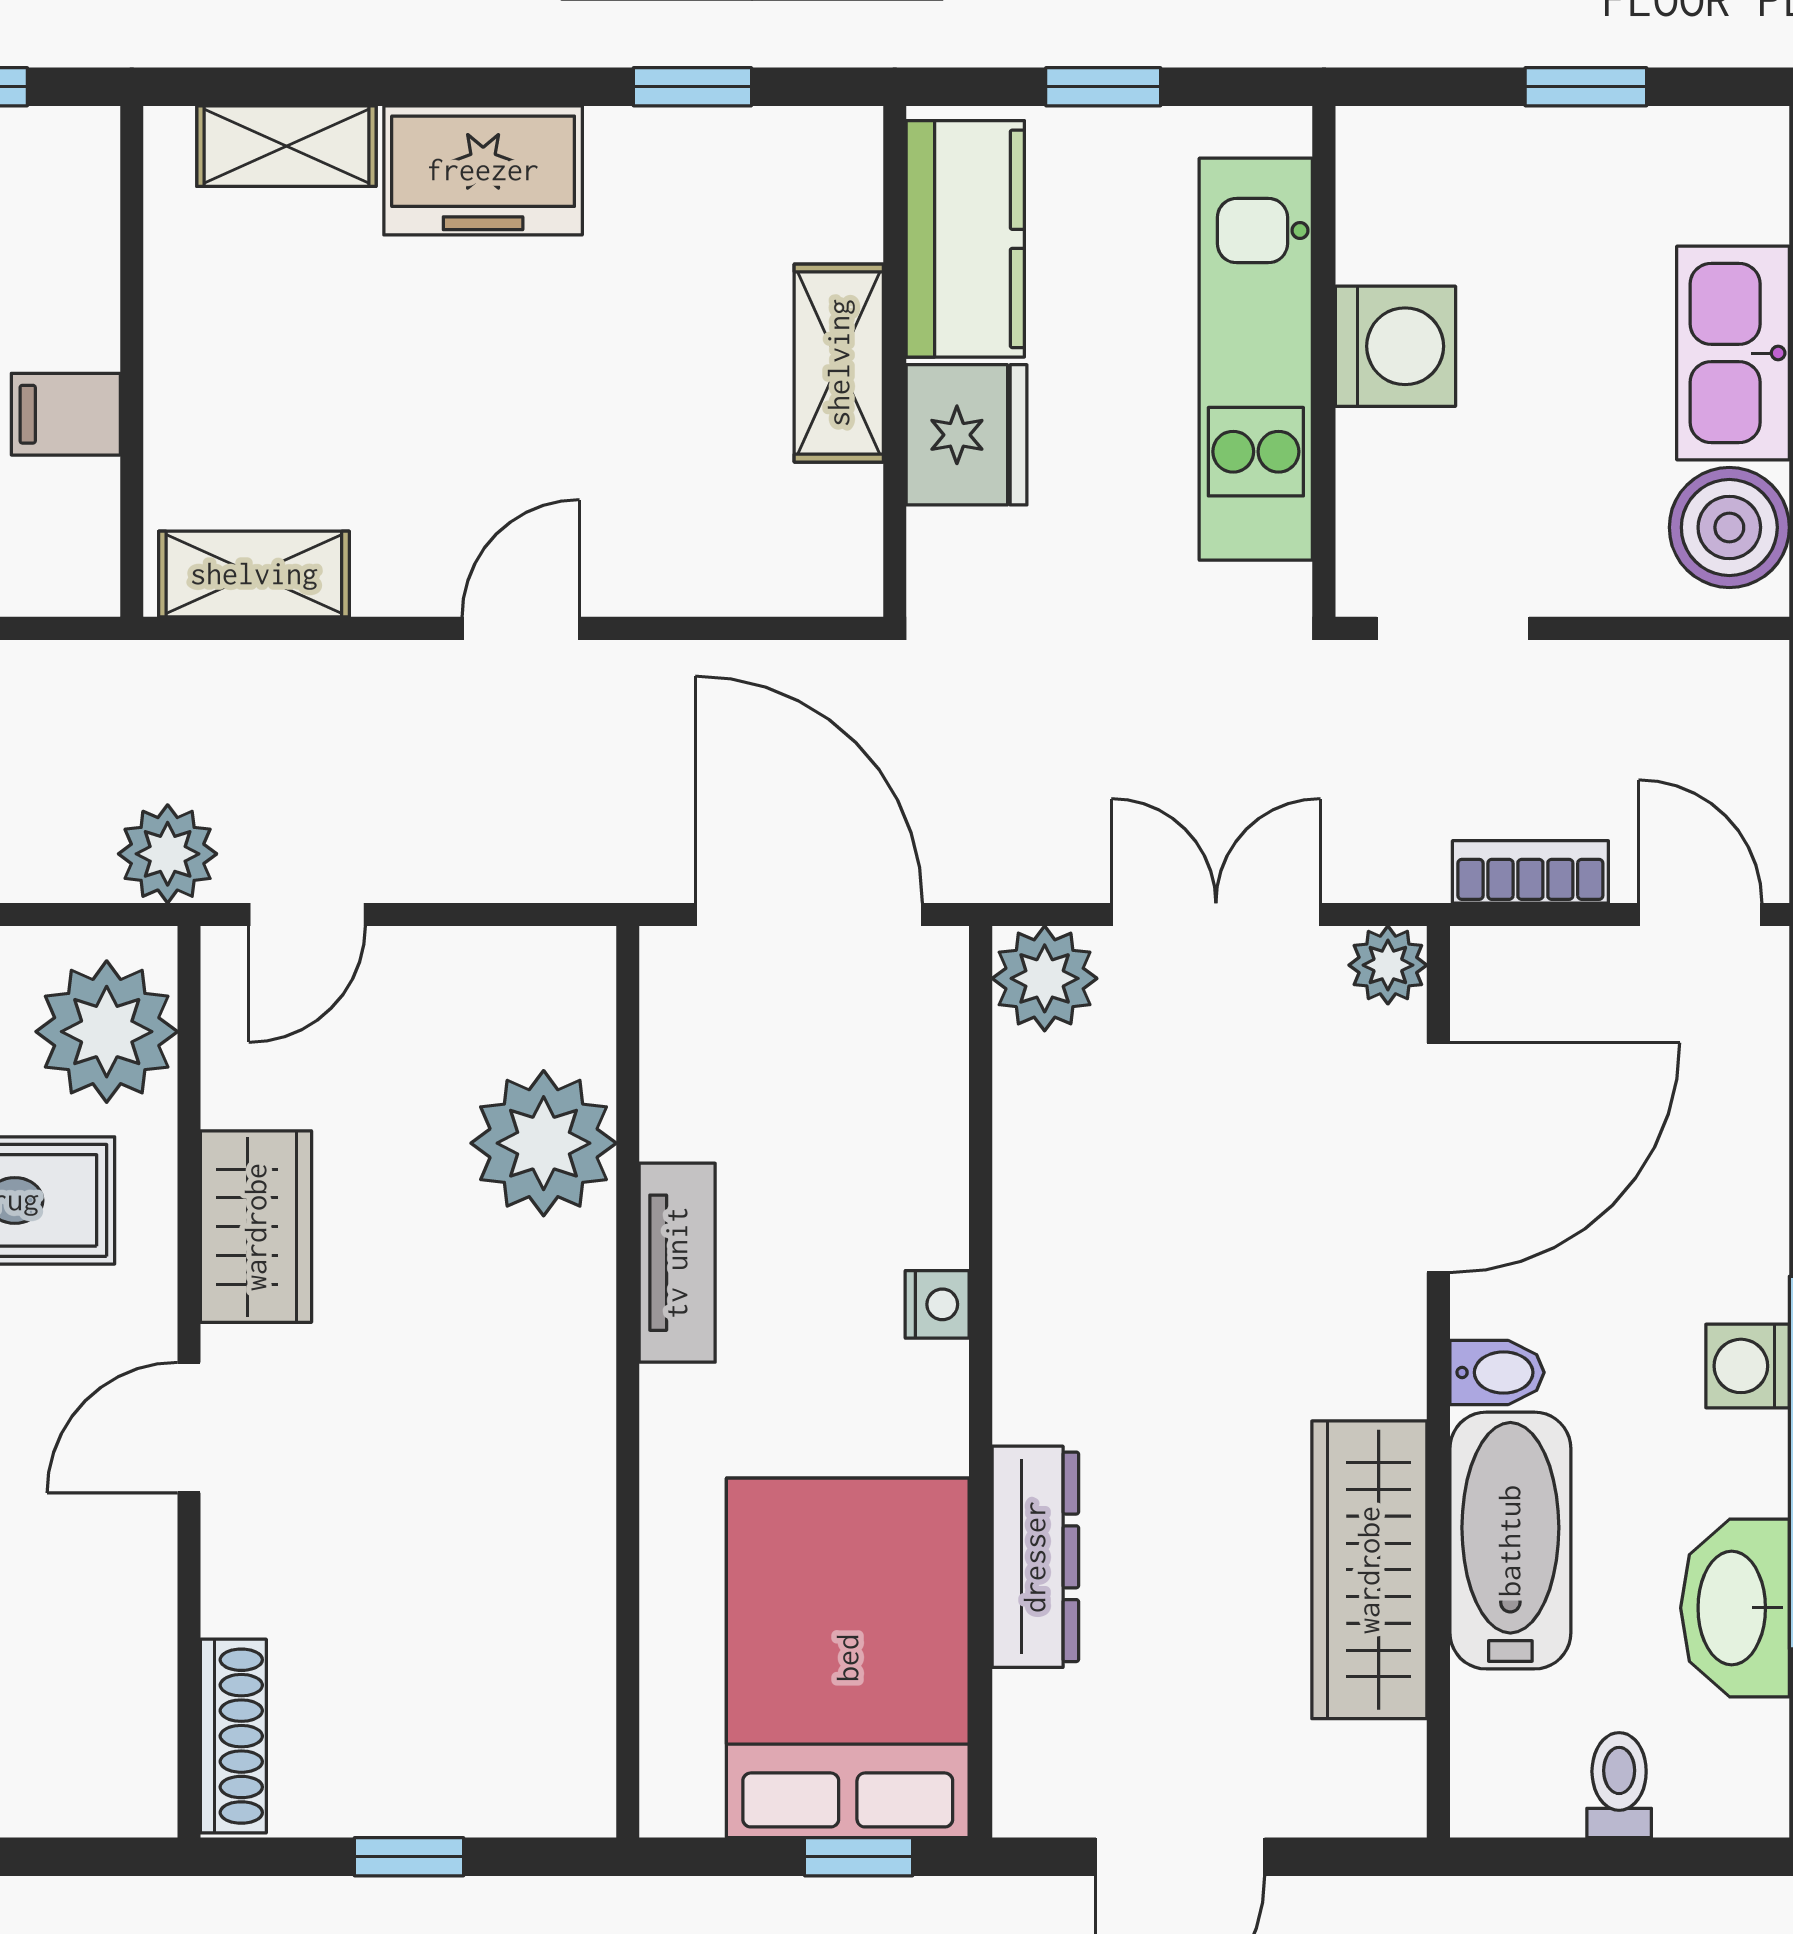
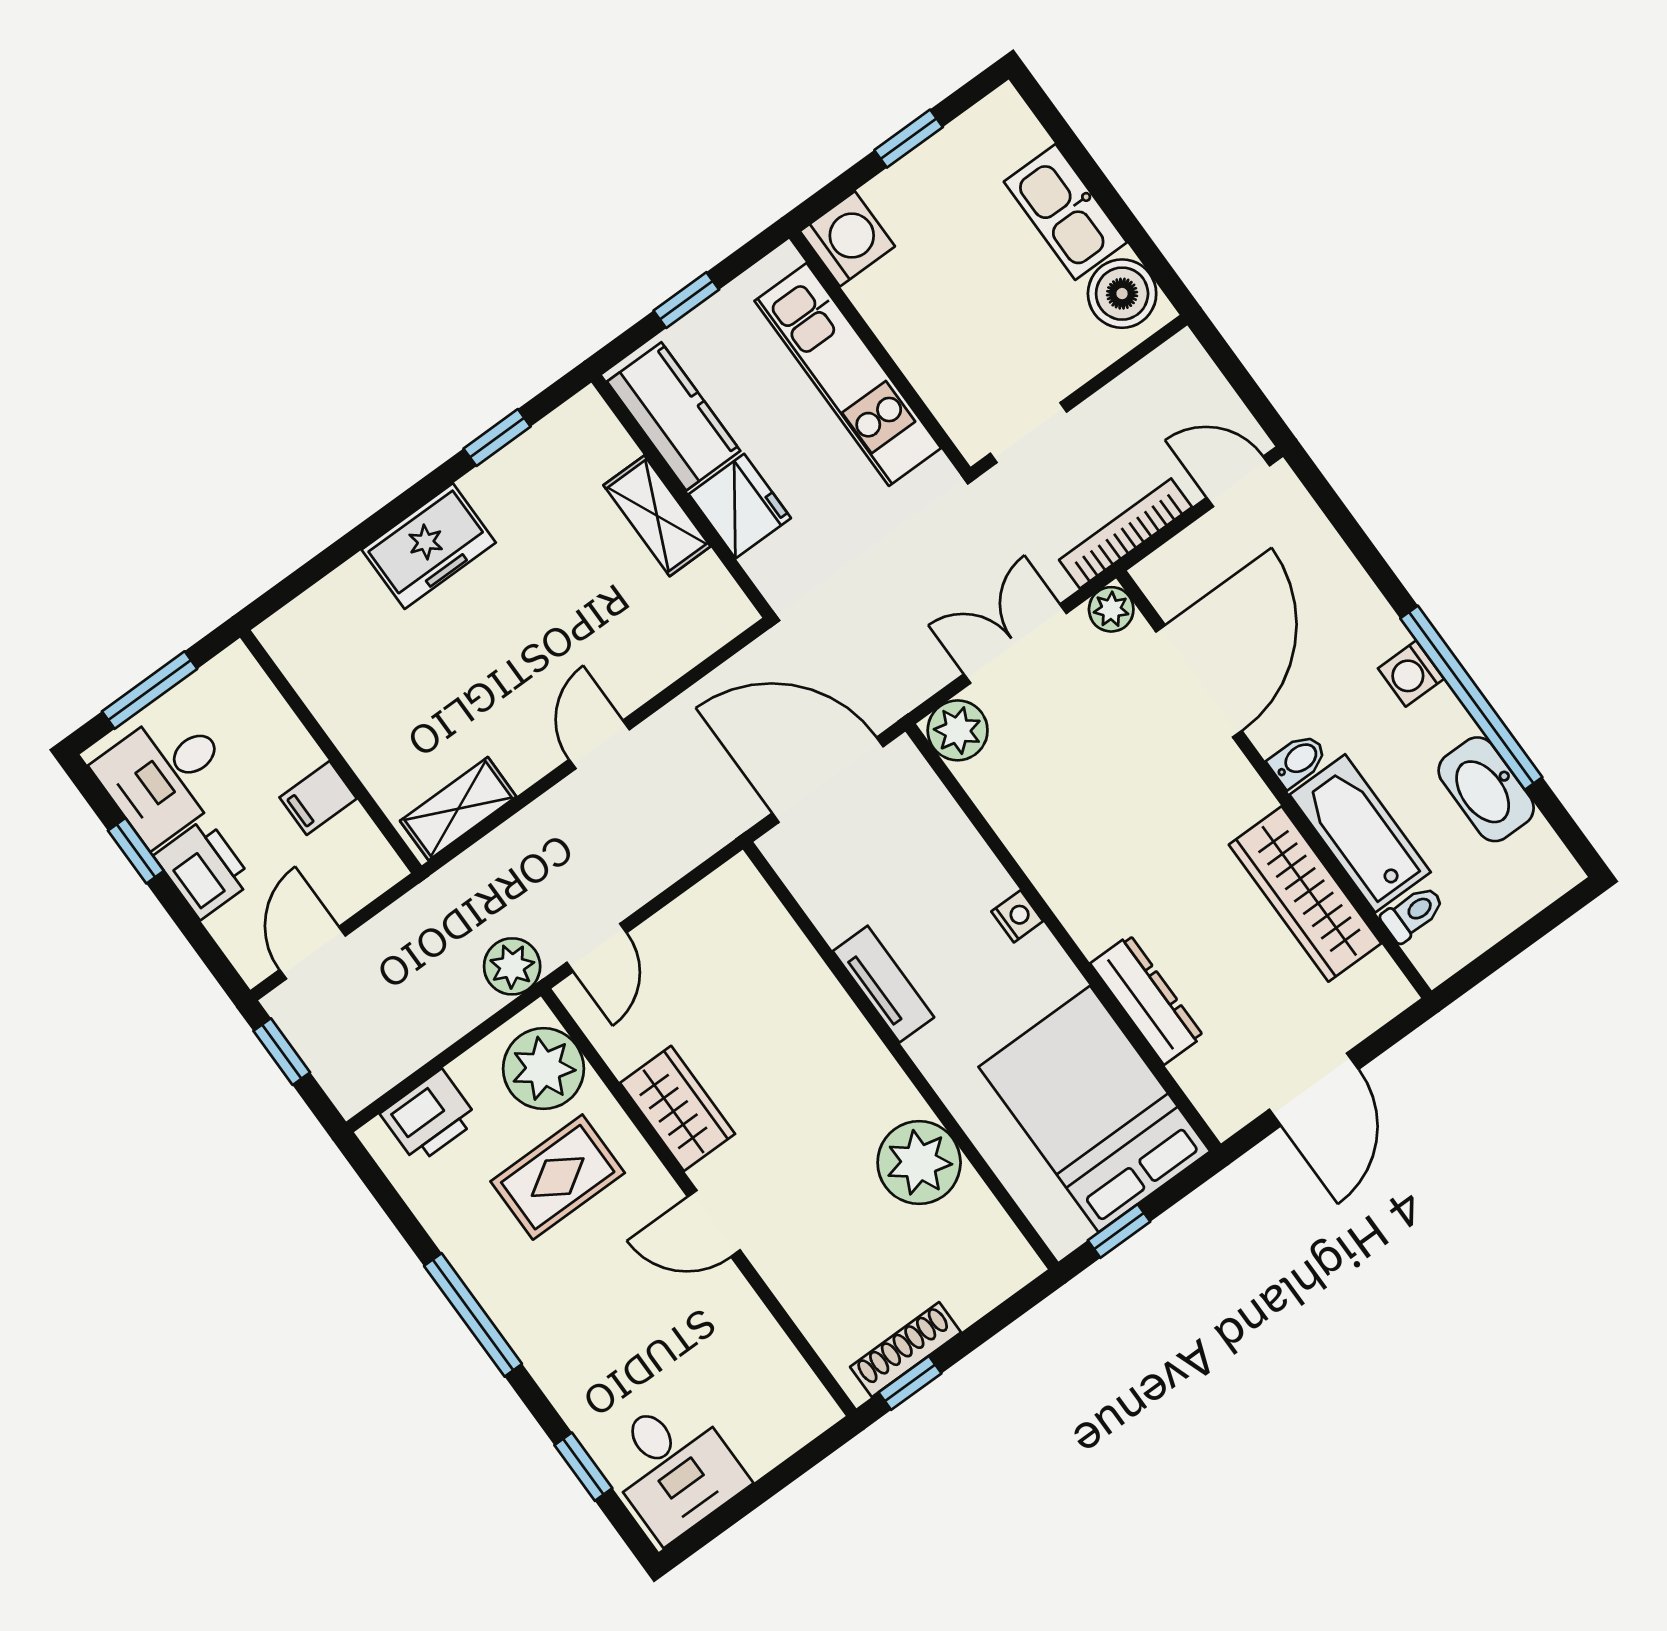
shelving: (286, 146) -> (330, 601), removed
washing machine: (1395, 346) -> (847, 239), moved
bookcase: (1530, 872) -> (1125, 533), width x1.56
plant: (544, 1143) -> (919, 1163), moved
door: (189, 1428) -> (714, 1223), hinge flipped
shoe rack: (233, 1736) -> (906, 1350), moved, turned -90
toilet: (1619, 1785) -> (1413, 914), moved, turned 90
window: (409, 1857) -> (910, 1383), moved
window: (859, 1857) -> (1119, 1231), moved

